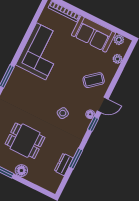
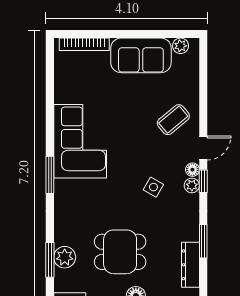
corner sofa: (41, 51) -> (80, 141), moved
plant: (117, 59) -> (192, 185), moved
dresser: (64, 164) -> (190, 265), width x1.44

